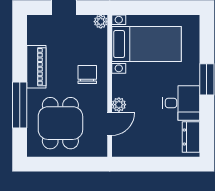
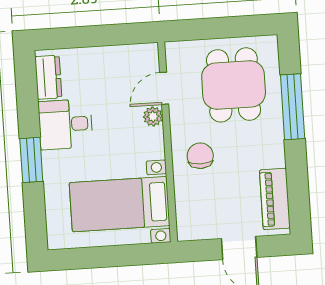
plant: (101, 22) -> (186, 232), removed
piano: (36, 67) -> (275, 199), moved
chair: (87, 75) -> (200, 156), turned 180

